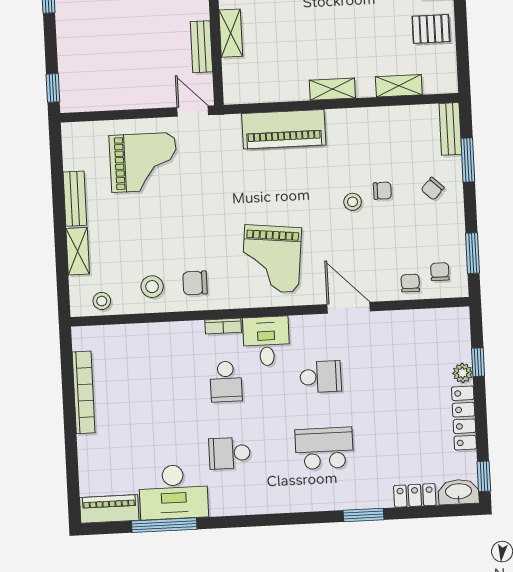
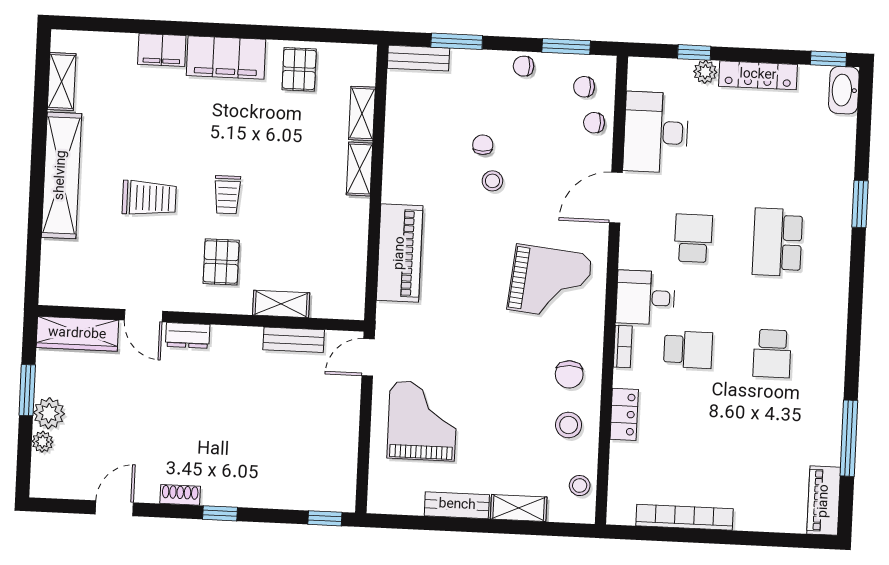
shelving: (332, 89) -> (359, 169), moved
chair: (433, 189) -> (524, 66), moved, turned 137
desk: (173, 492) -> (656, 132), moved, turned 180
locker: (415, 495) -> (624, 414), moved, turned 180

